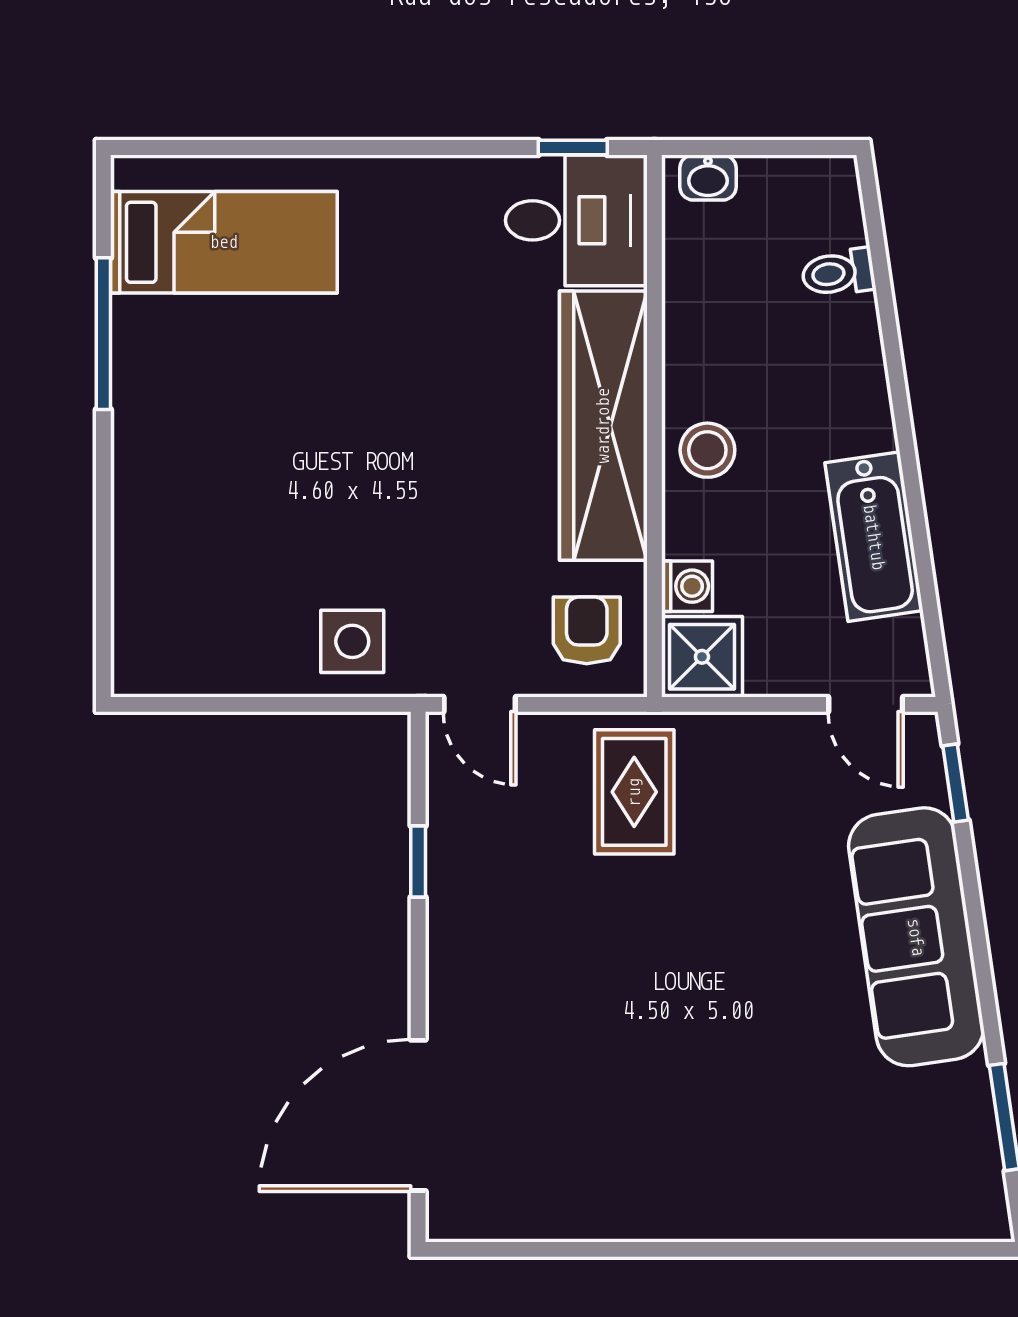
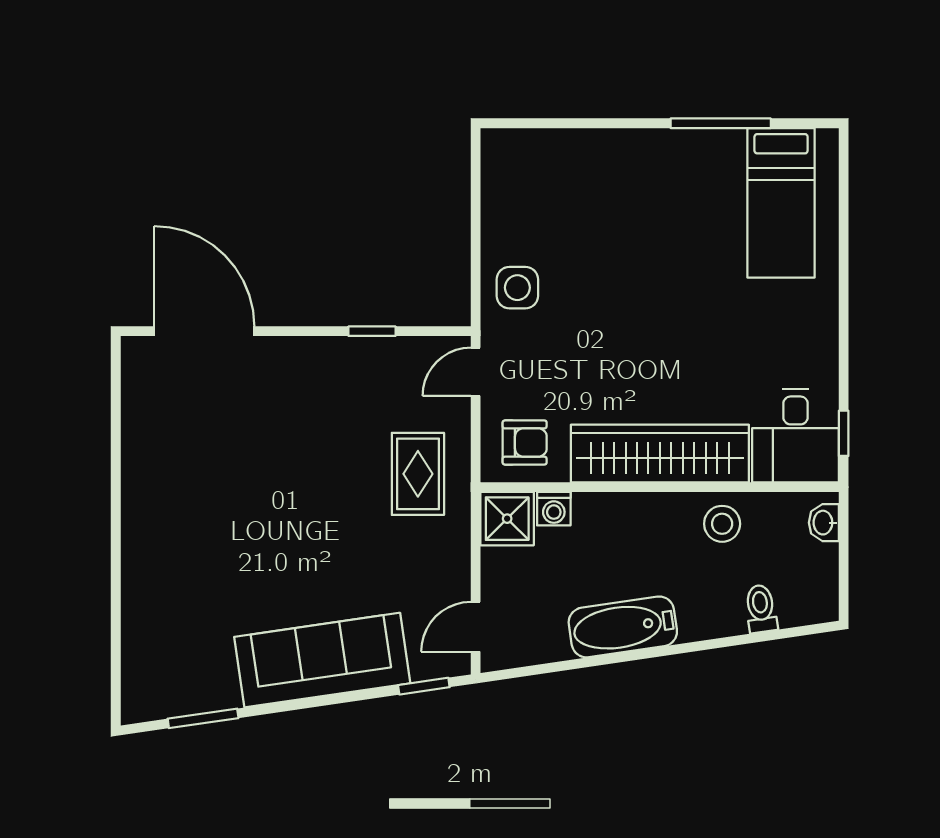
stool: (707, 450) -> (722, 524), moved
bathtub: (874, 537) -> (623, 627), moved
rug: (634, 792) -> (418, 474), turned 90

